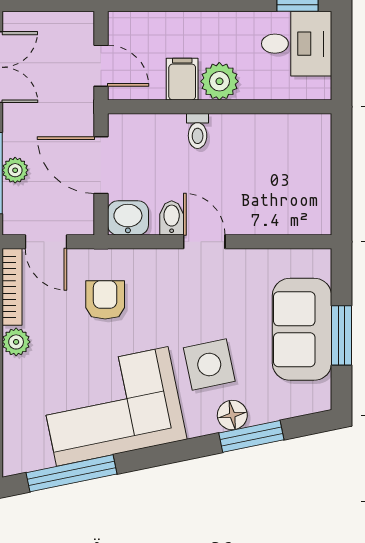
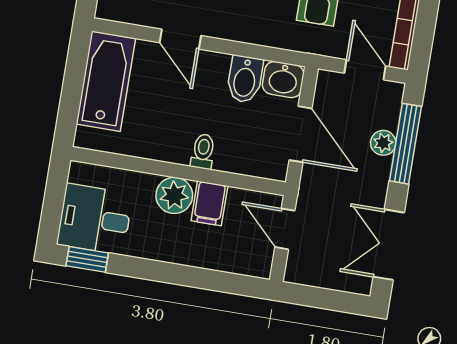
bathtub: (308, 186) -> (106, 81), added
bidet: (172, 218) -> (245, 79), width x1.38, depth x1.36
door: (204, 242) -> (180, 39), moved

